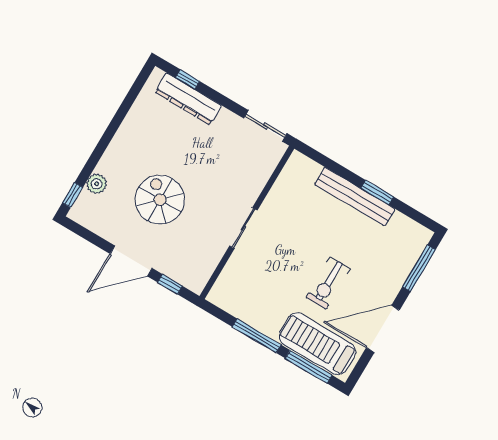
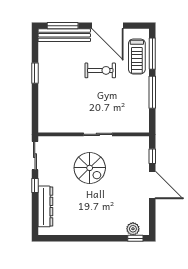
window: (187, 79) -> (35, 185), moved
plant: (97, 184) -> (133, 229), moved
bench: (355, 197) -> (64, 35), moved, turned 90
spiral stairs: (160, 200) -> (90, 168), moved, turned -90
treadmill: (317, 344) -> (137, 56), width x0.73, depth x0.73

